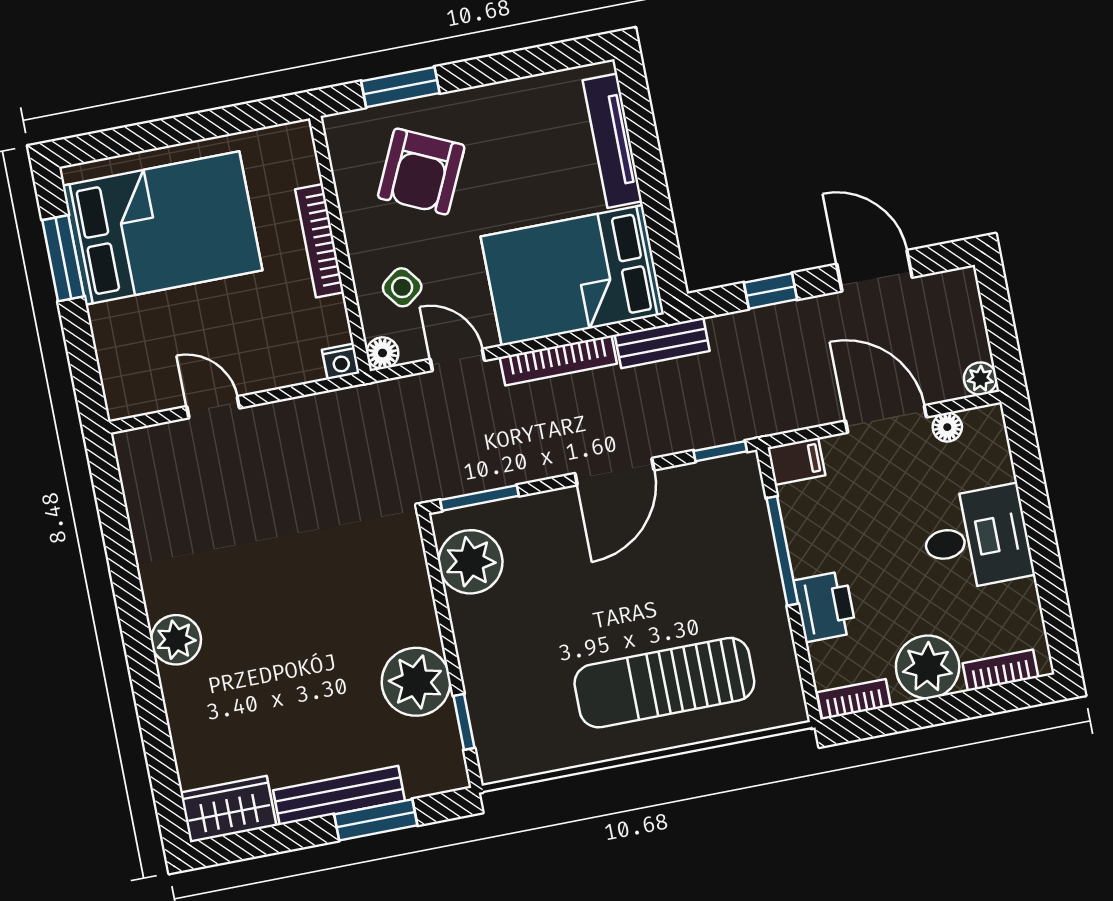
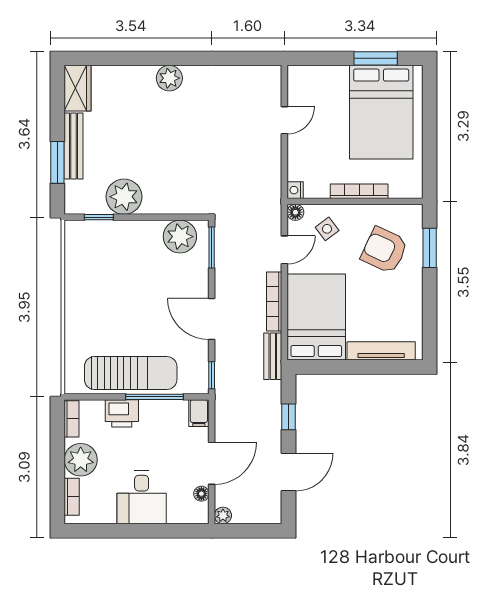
sun lounger: (664, 683) -> (131, 373), moved, turned 90

